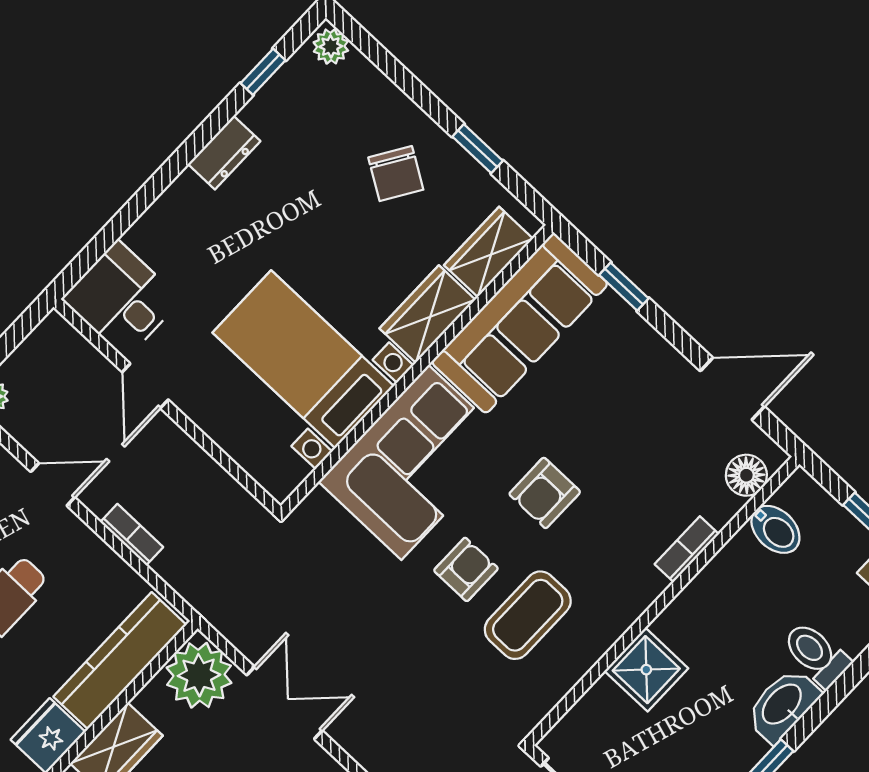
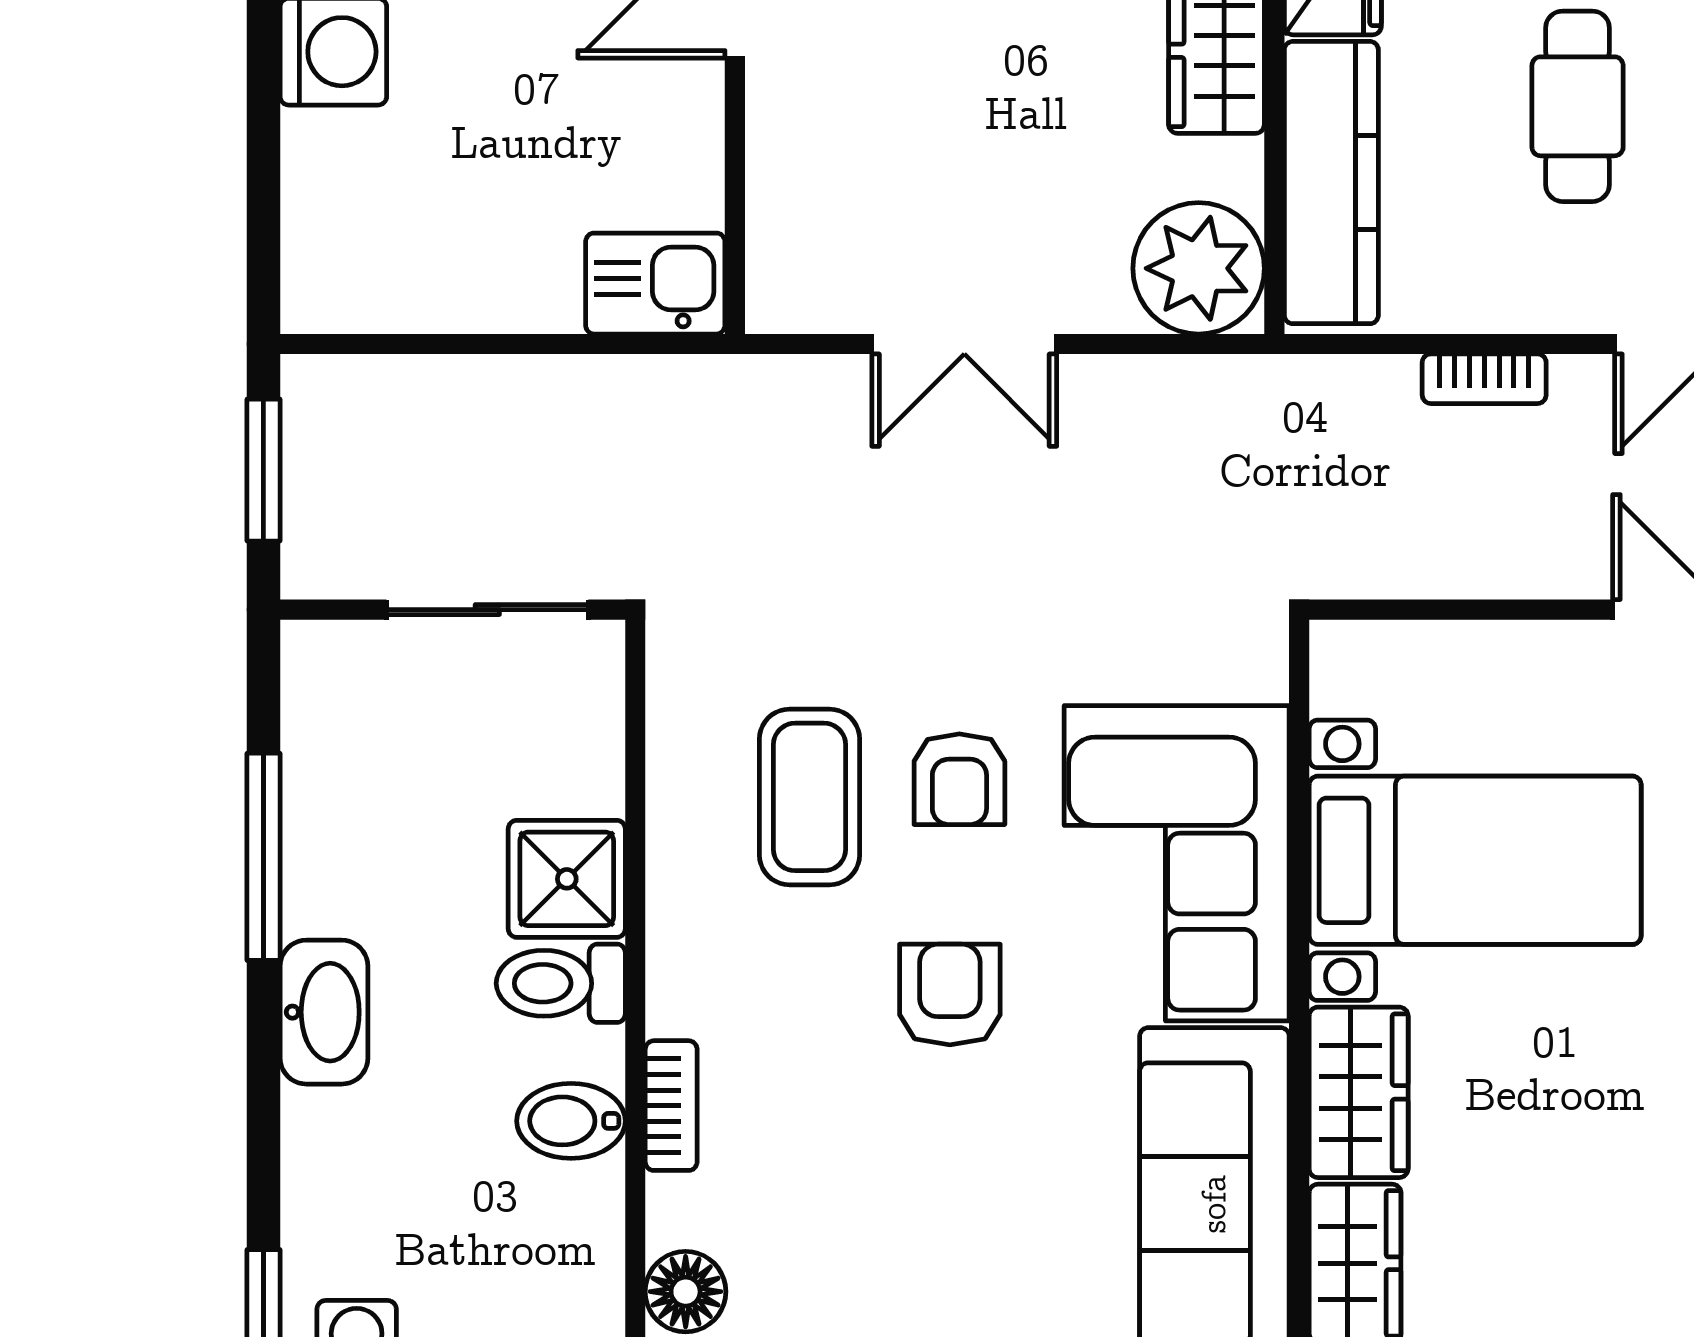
chair: (396, 174) -> (1593, 1251), removed
bidet: (775, 529) -> (571, 1121), moved
toilet: (816, 654) -> (561, 983), moved, turned 180
double door: (284, 703) -> (964, 344), moved

